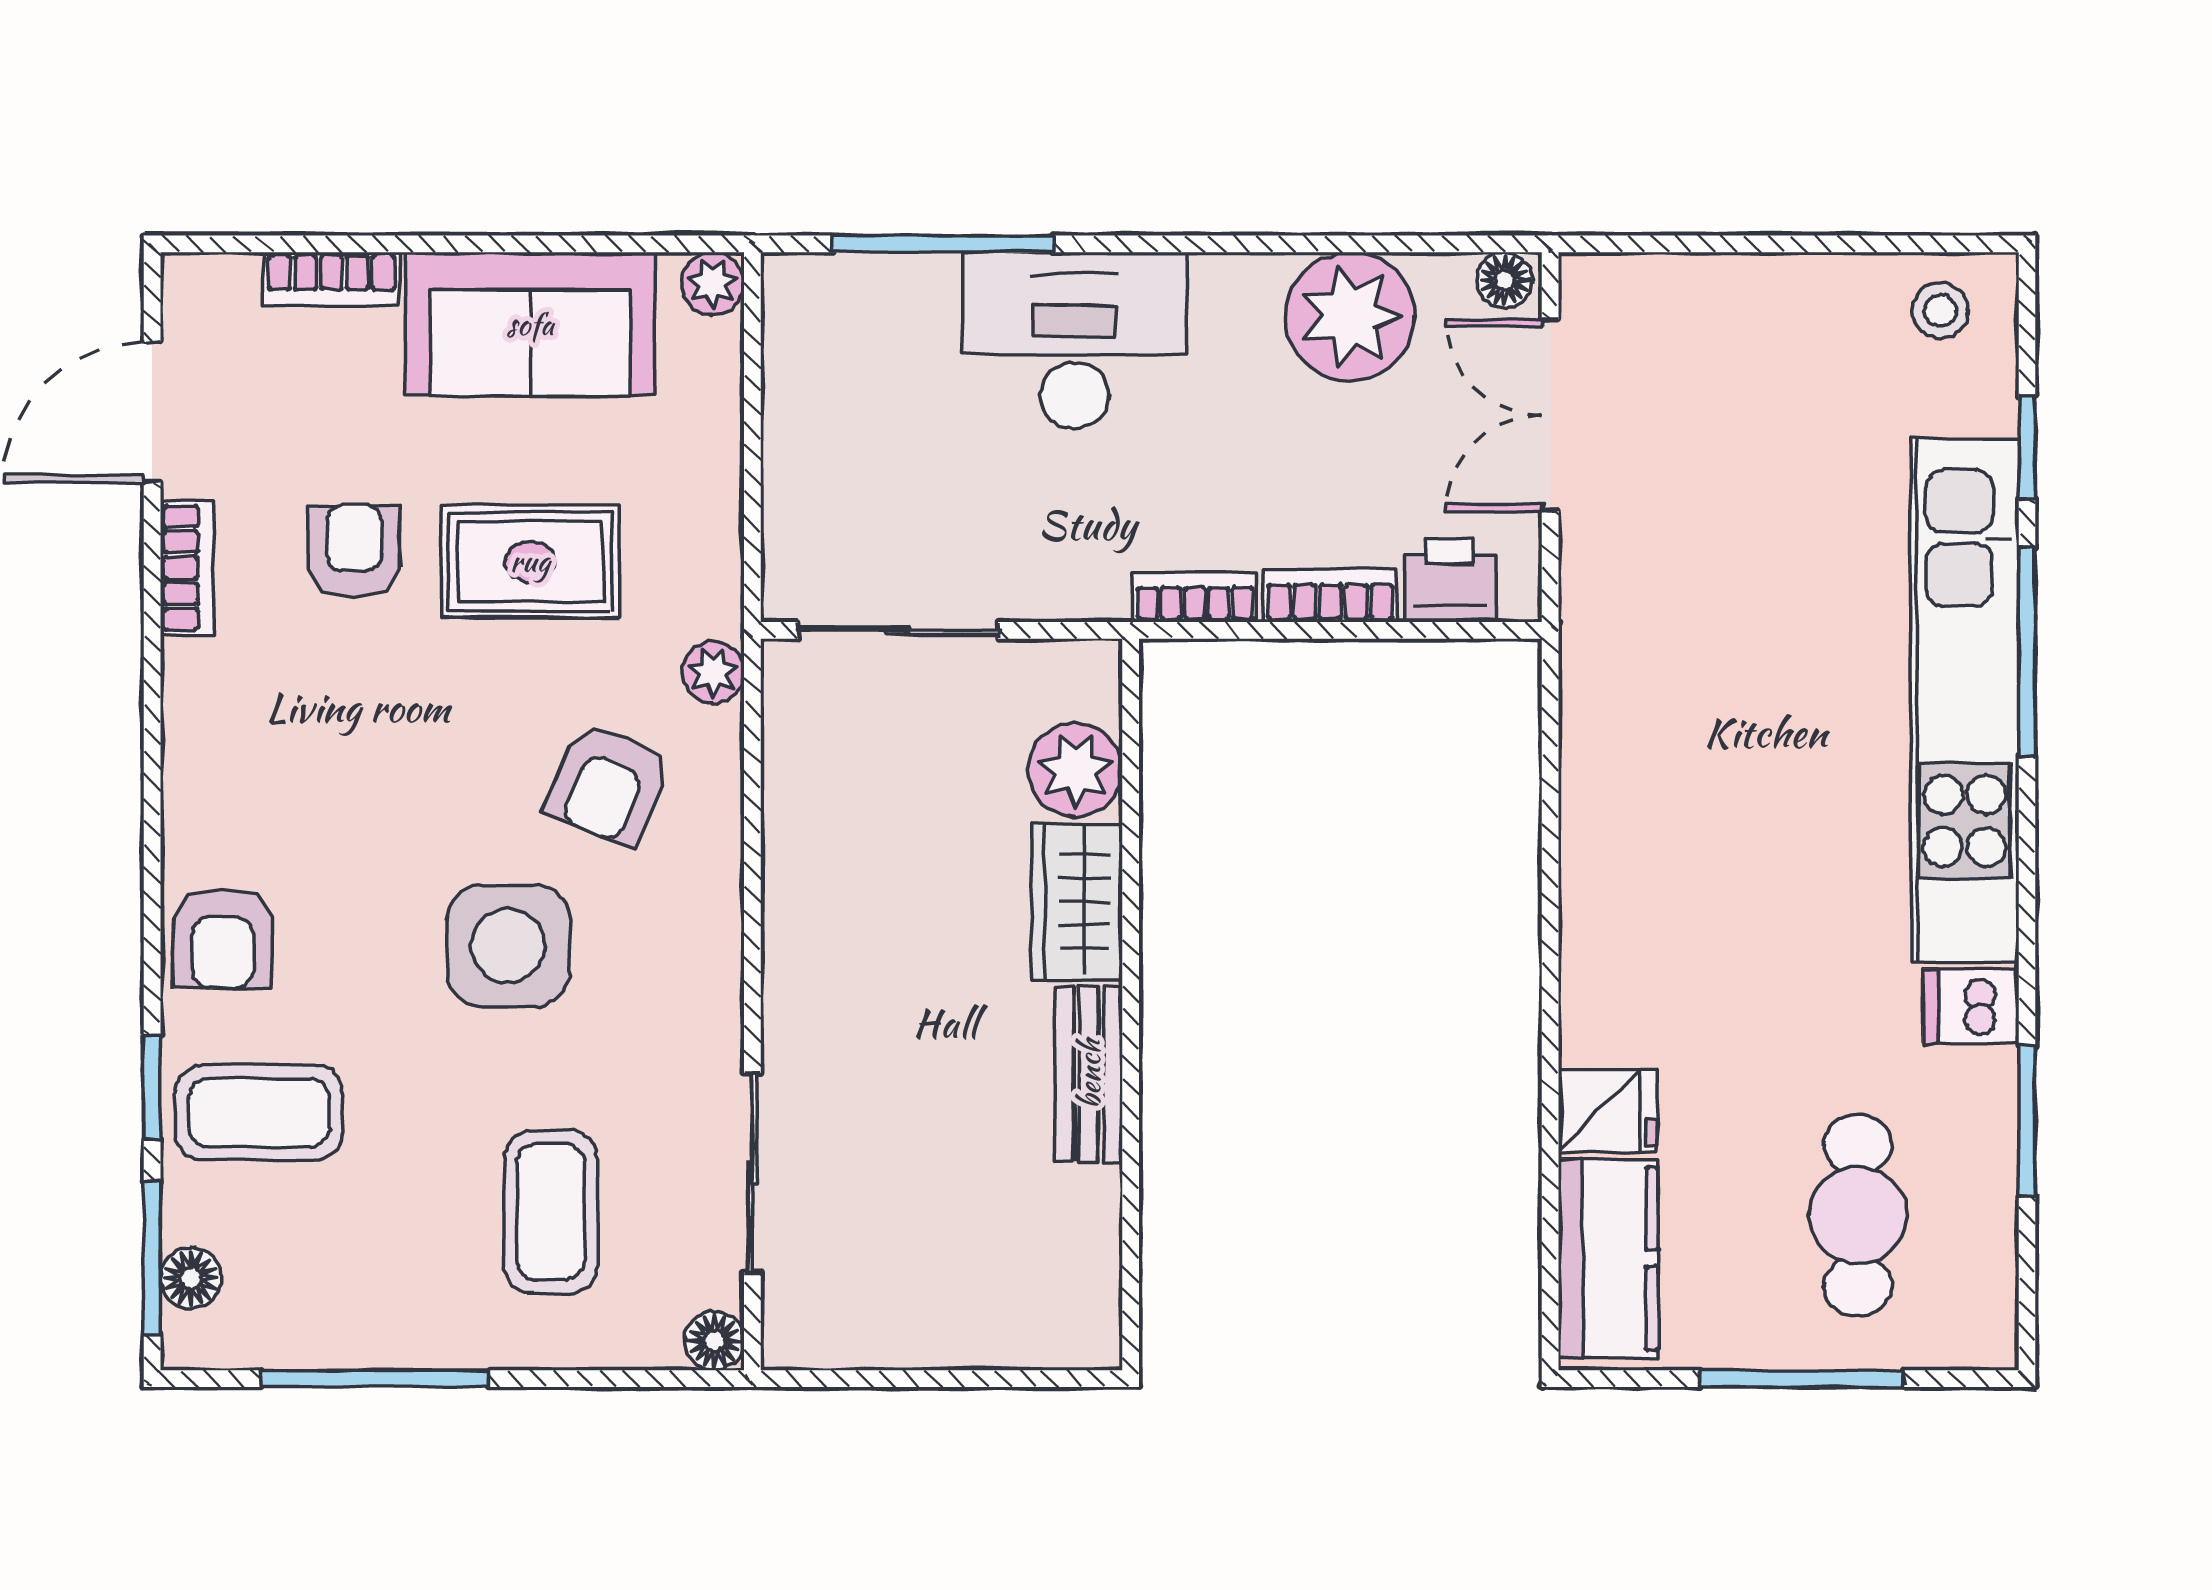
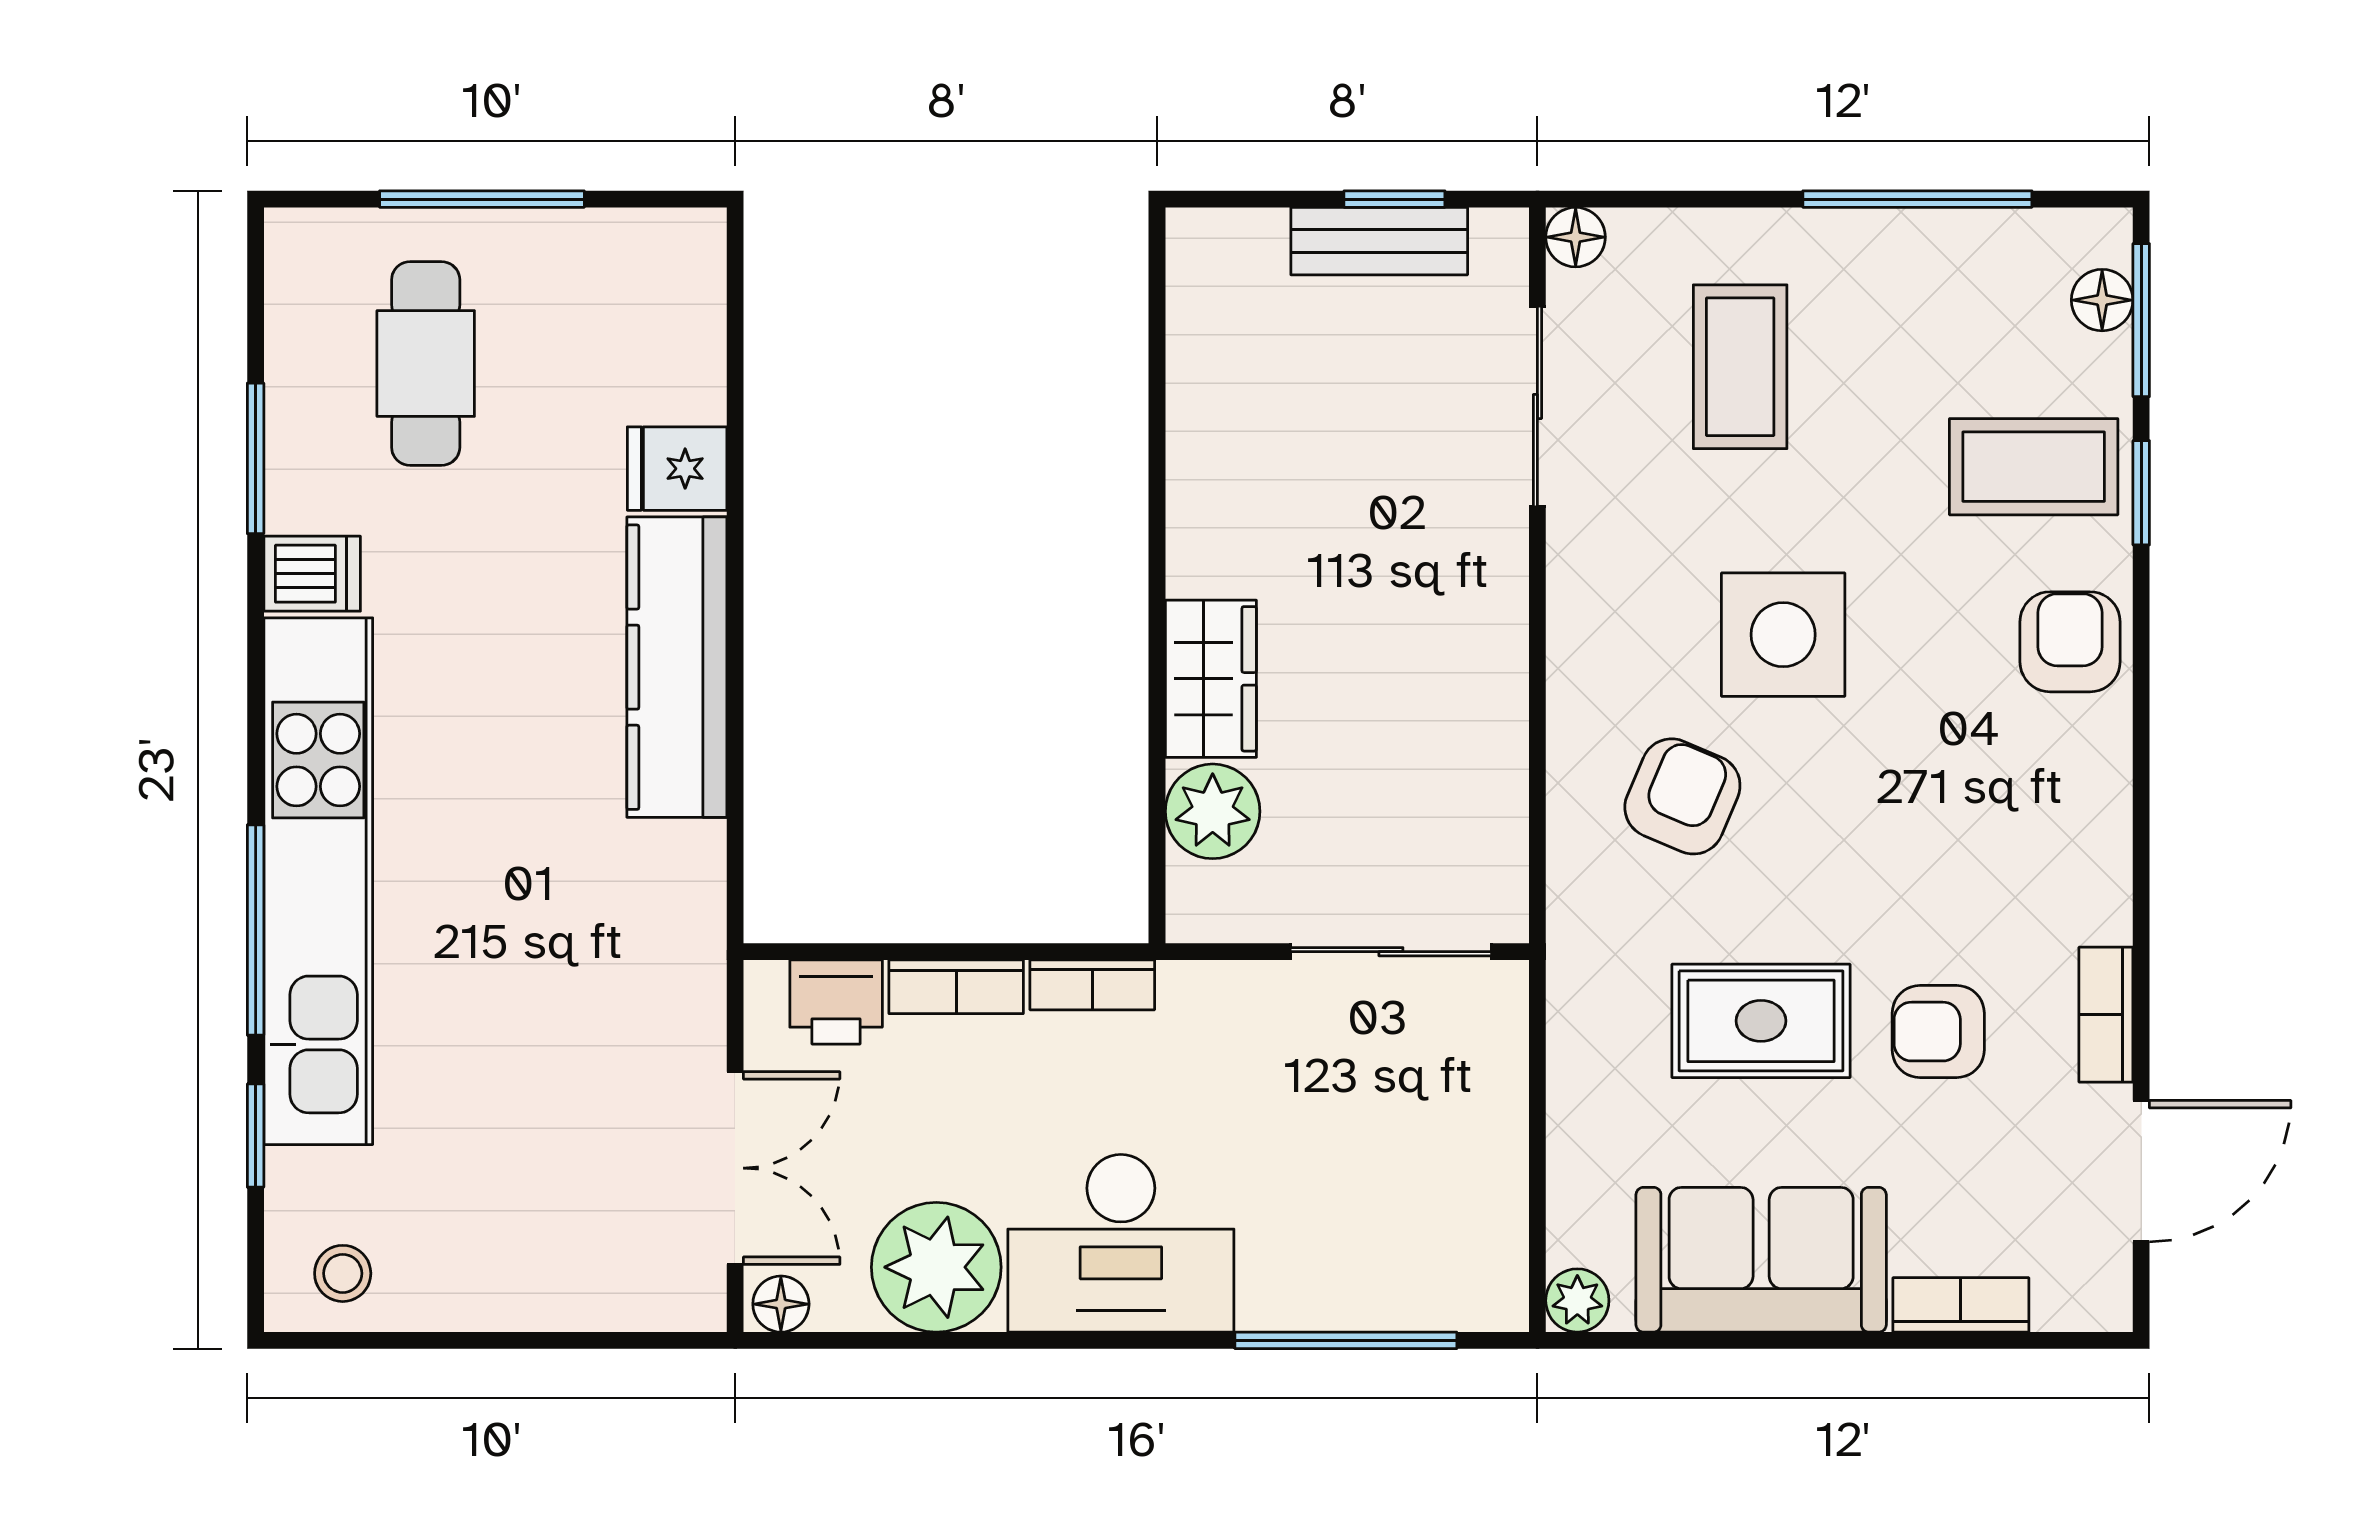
desk: (1074, 340) -> (1121, 1243), moved
armchair: (354, 551) -> (1938, 1032), turned 90
plant: (713, 672) -> (1577, 909), removed
bench: (1089, 1074) -> (1379, 241), moved, turned 90
kitchen counter: (1608, 1258) -> (677, 667), moved, width x1.50
window: (895, 1379) -> (1394, 199), added

